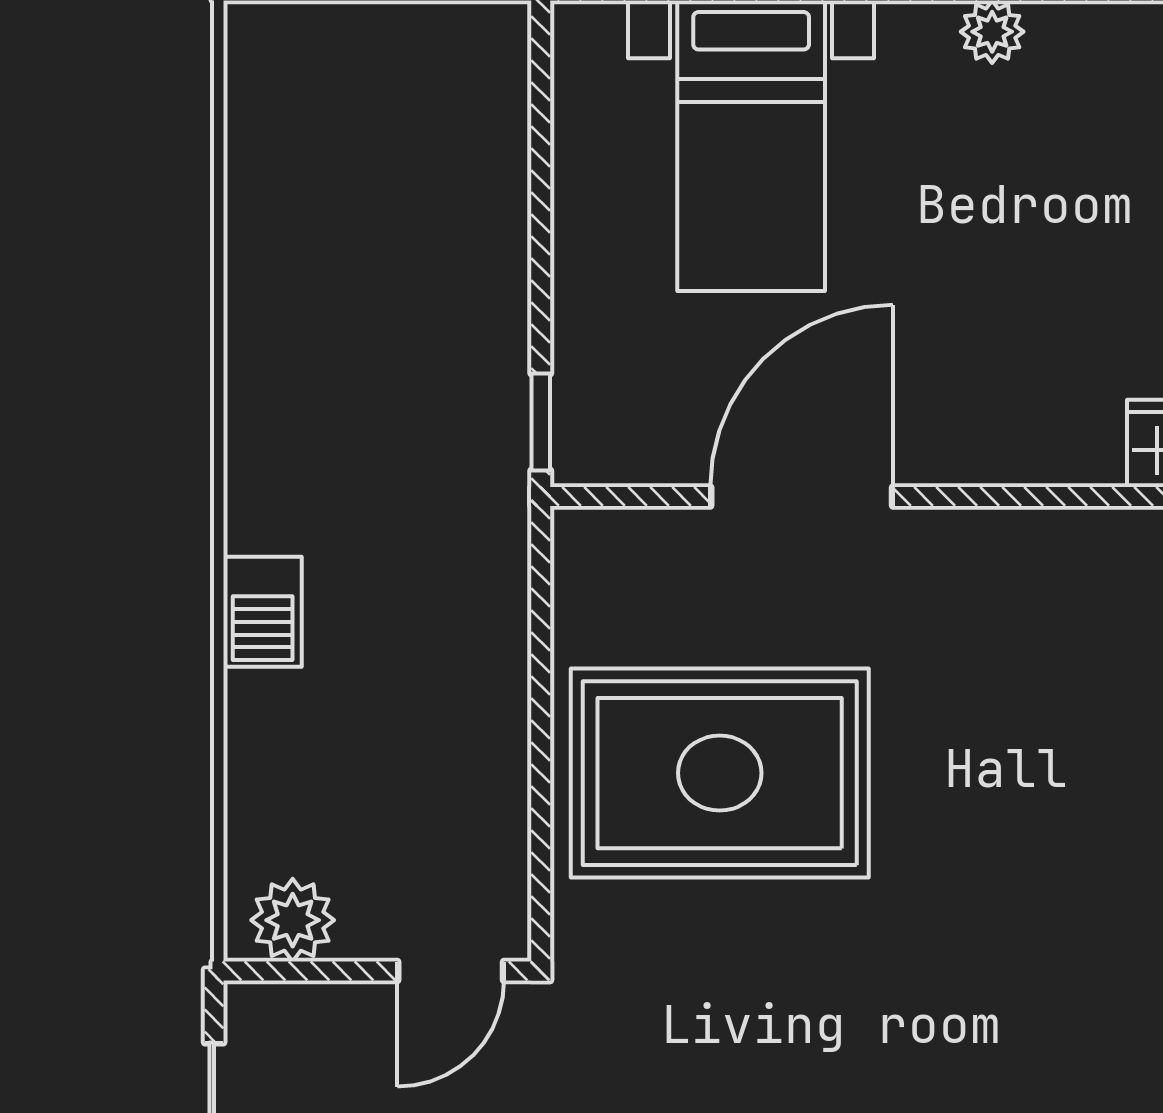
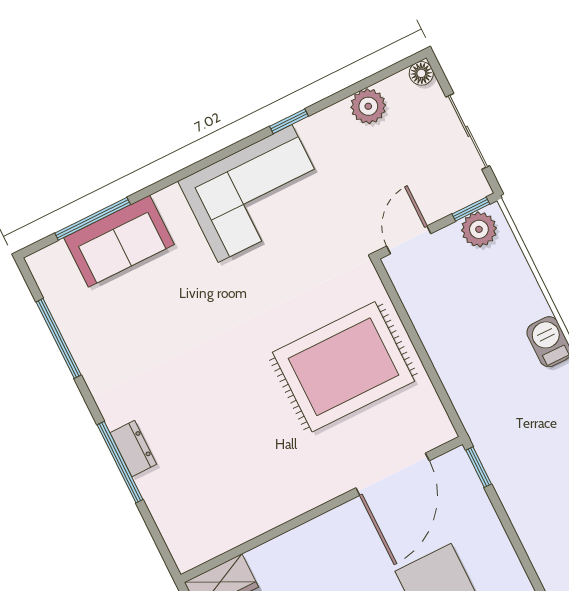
door: (802, 497) -> (393, 474), moved
window: (288, 971) -> (471, 209), added

